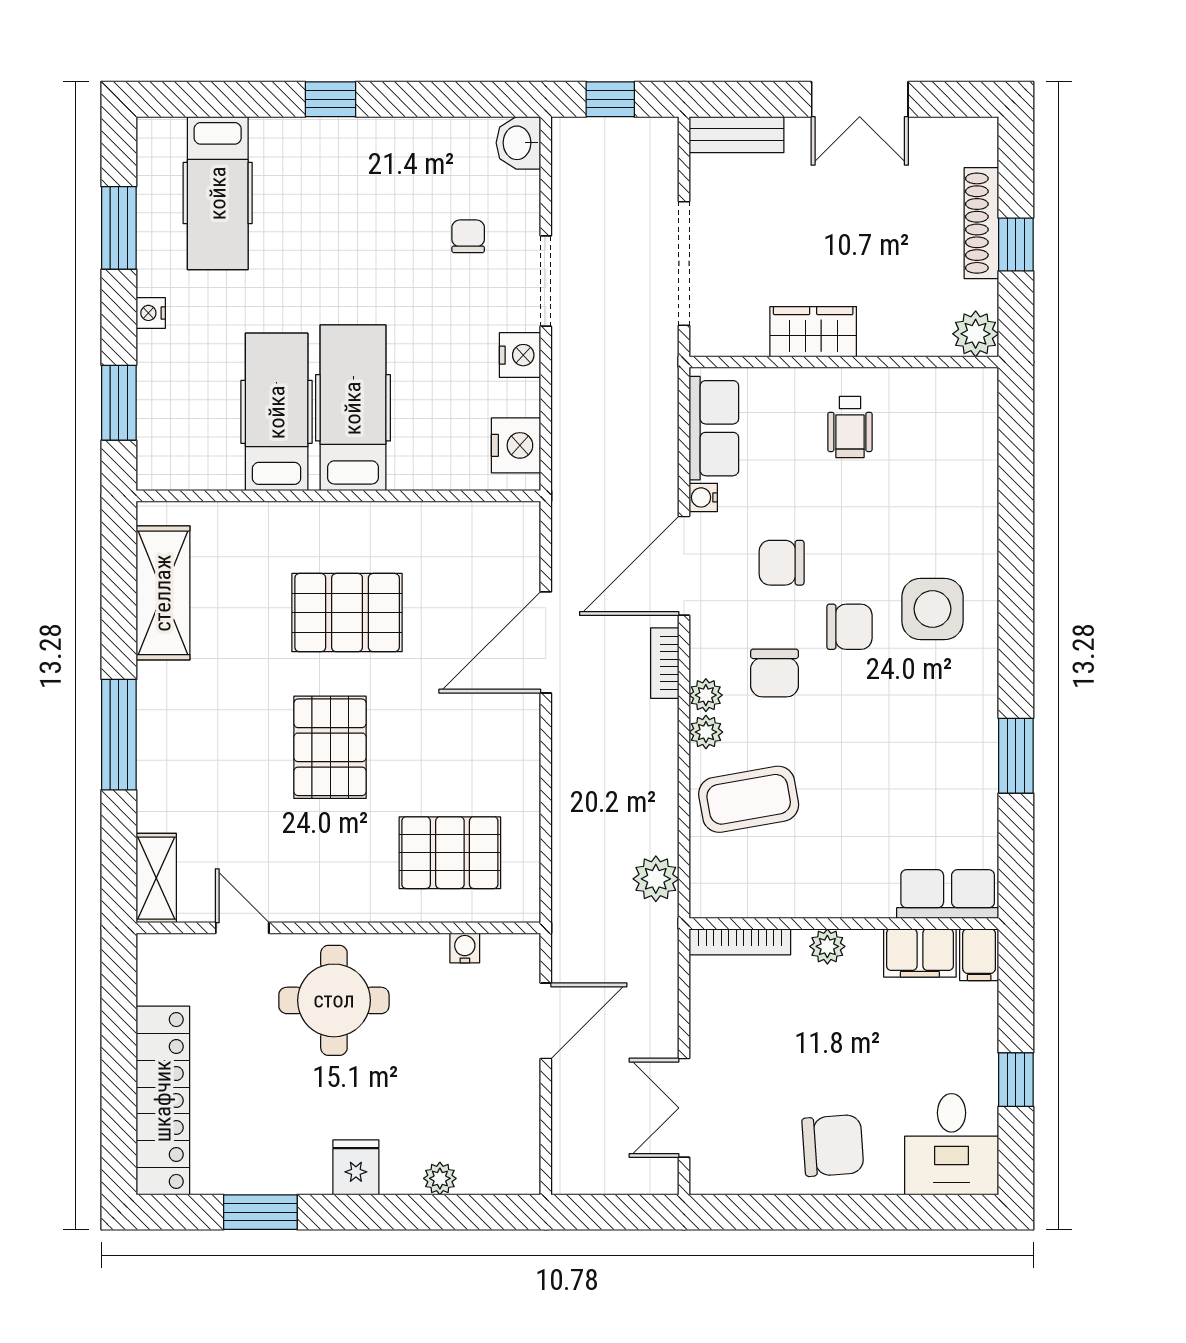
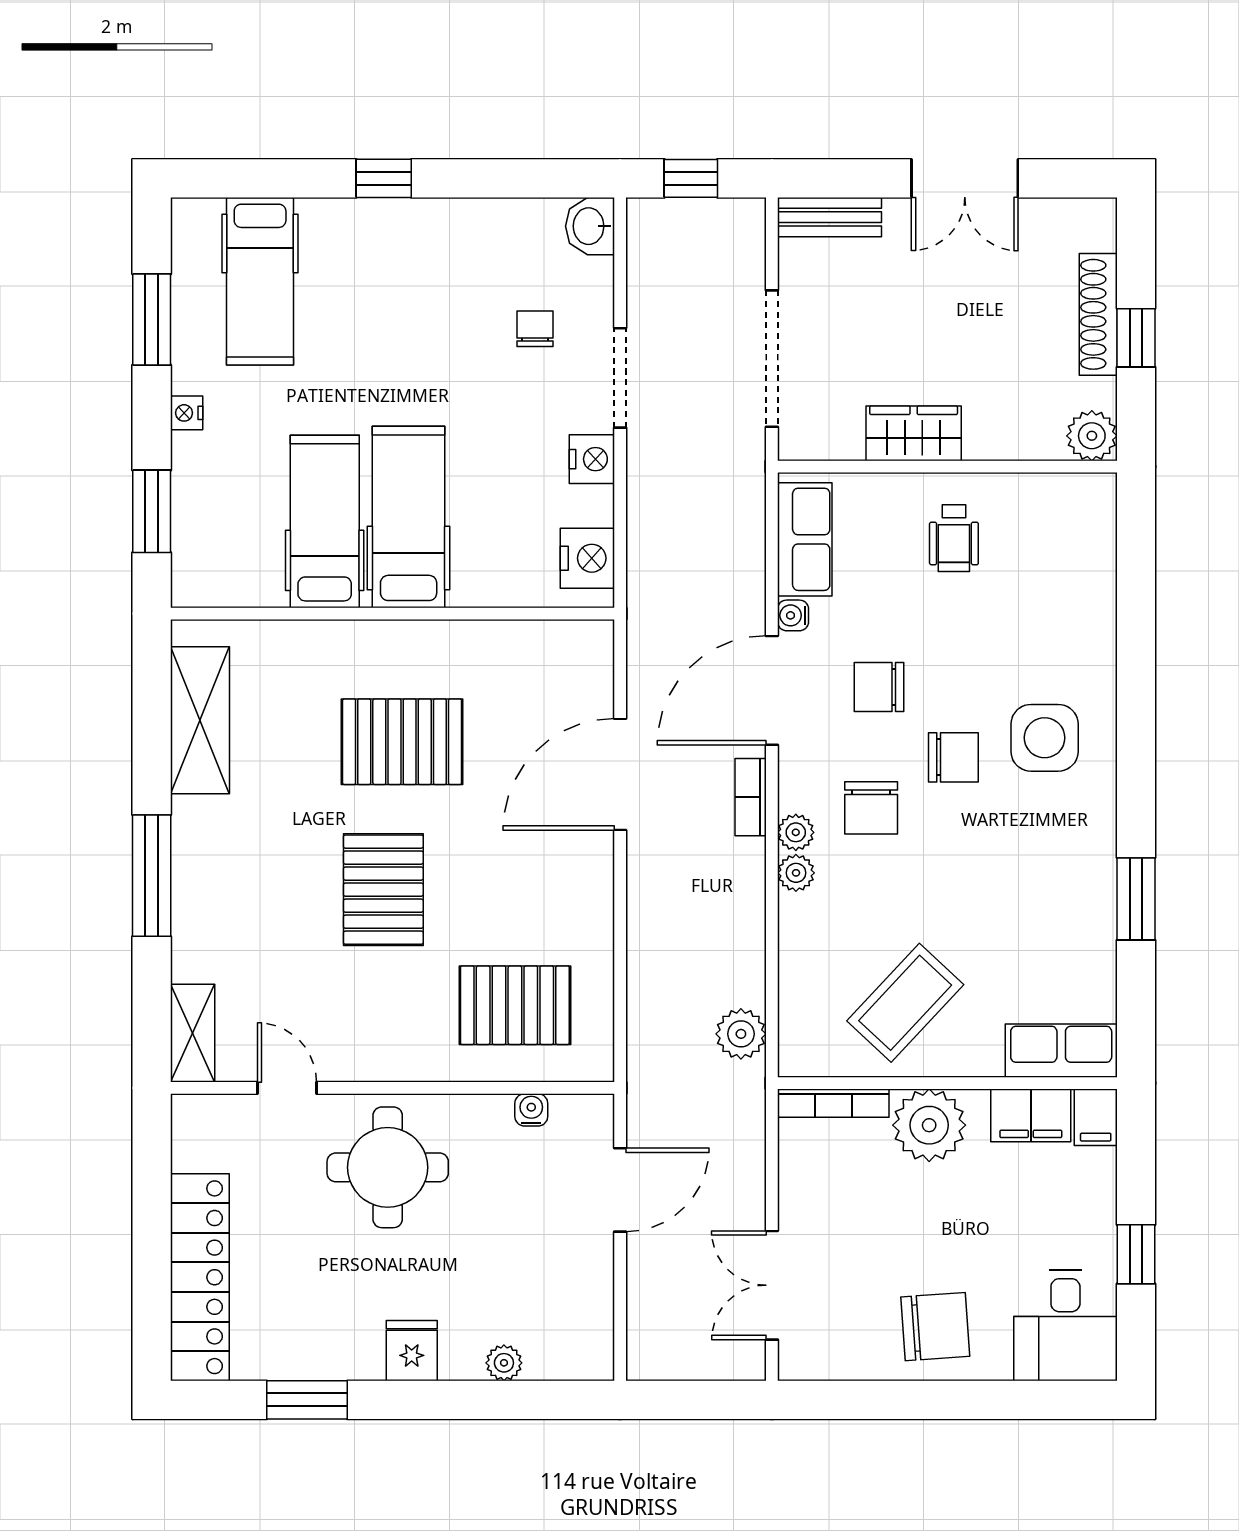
coffee table: (749, 799) -> (905, 1003), moved, turned -37
plant: (827, 946) -> (929, 1125), width x1.87, depth x1.87

